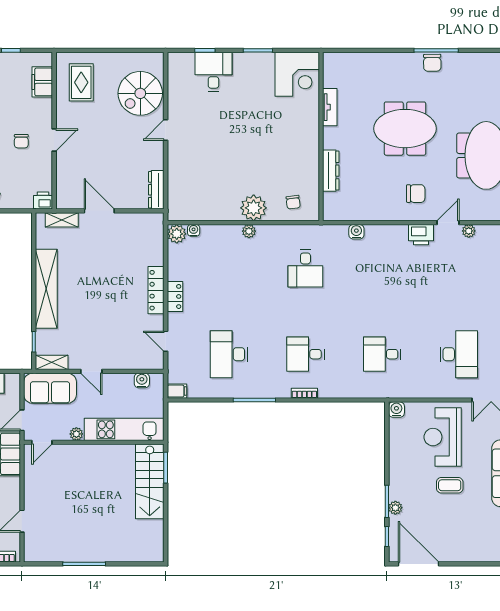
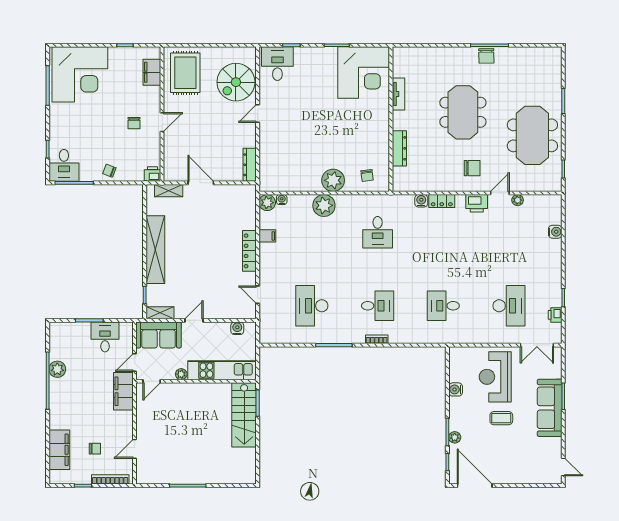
desk: (213, 72) -> (277, 64), moved
corner desk: (297, 74) -> (364, 73), width x1.36, depth x1.36
rug: (81, 82) -> (185, 73), width x1.36, depth x1.43
meeting table: (405, 129) -> (463, 112), turned 90
plant: (249, 231) -> (324, 205), width x1.88, depth x1.88
locker: (175, 296) -> (442, 201), moved, turned 90
desk: (305, 354) -> (378, 306), turned 180
door: (91, 371) -> (194, 320), swing flipped
filing cabinet: (177, 391) -> (267, 236), moved
water cooler: (396, 410) -> (456, 389), moved, turned -90

